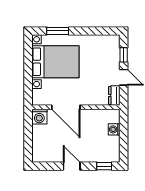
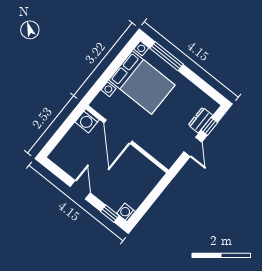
window: (58, 31) -> (167, 56), width x1.44
dresser: (114, 95) -> (200, 120), moved
washing machine: (114, 129) -> (126, 212), moved

